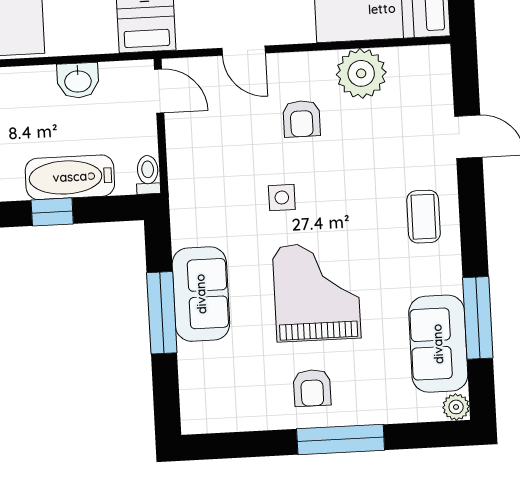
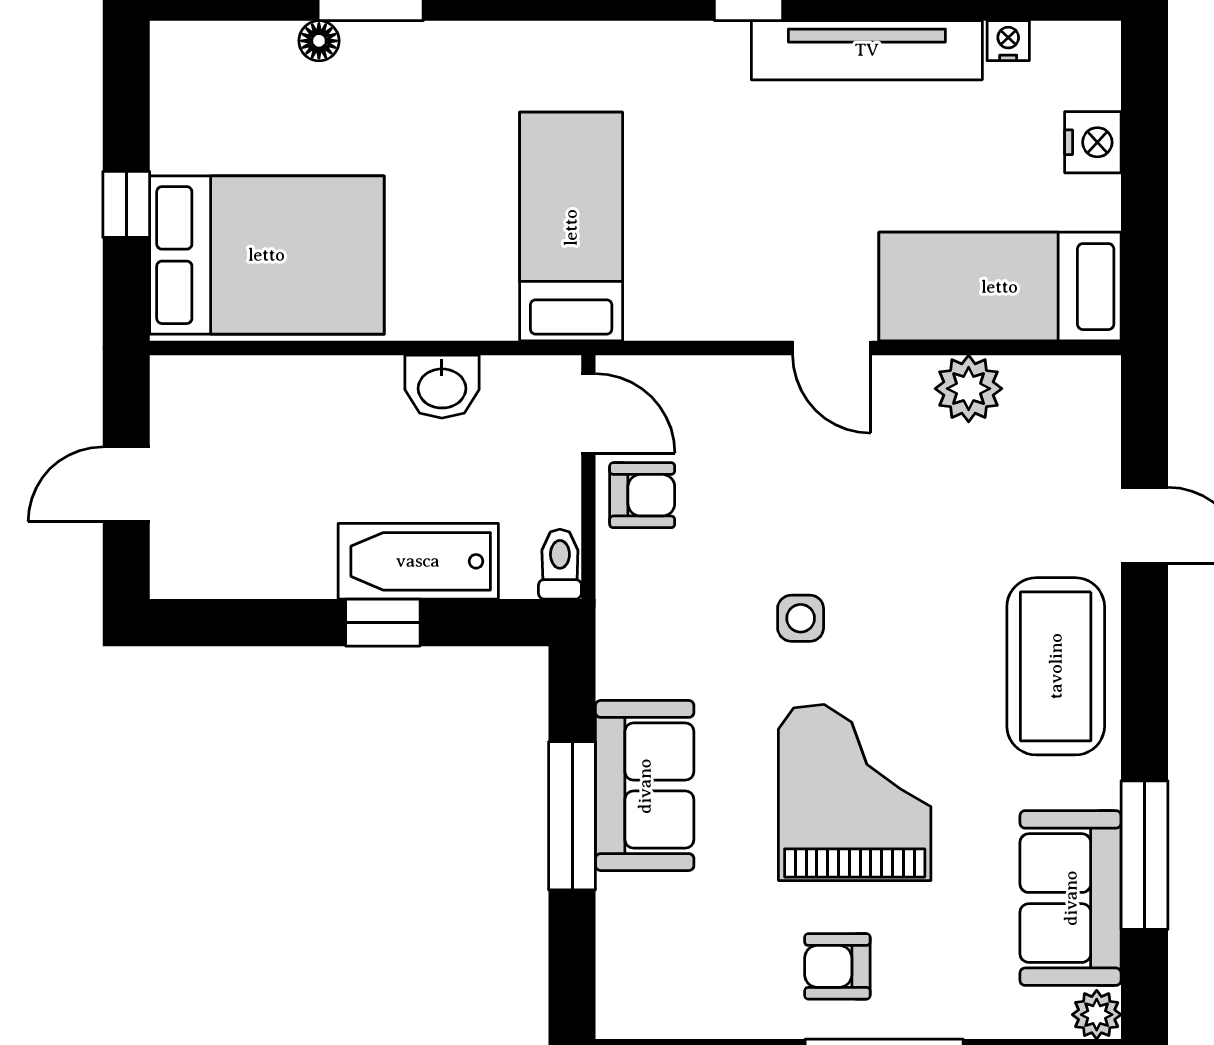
door: (244, 51) -> (832, 348), moved
plant: (361, 73) -> (969, 389), width x0.73, depth x0.73
armchair: (302, 119) -> (642, 495), moved, turned -90
coffee table: (424, 217) -> (1056, 666), width x1.86, depth x1.72
armchair: (312, 388) -> (837, 966), turned 90

